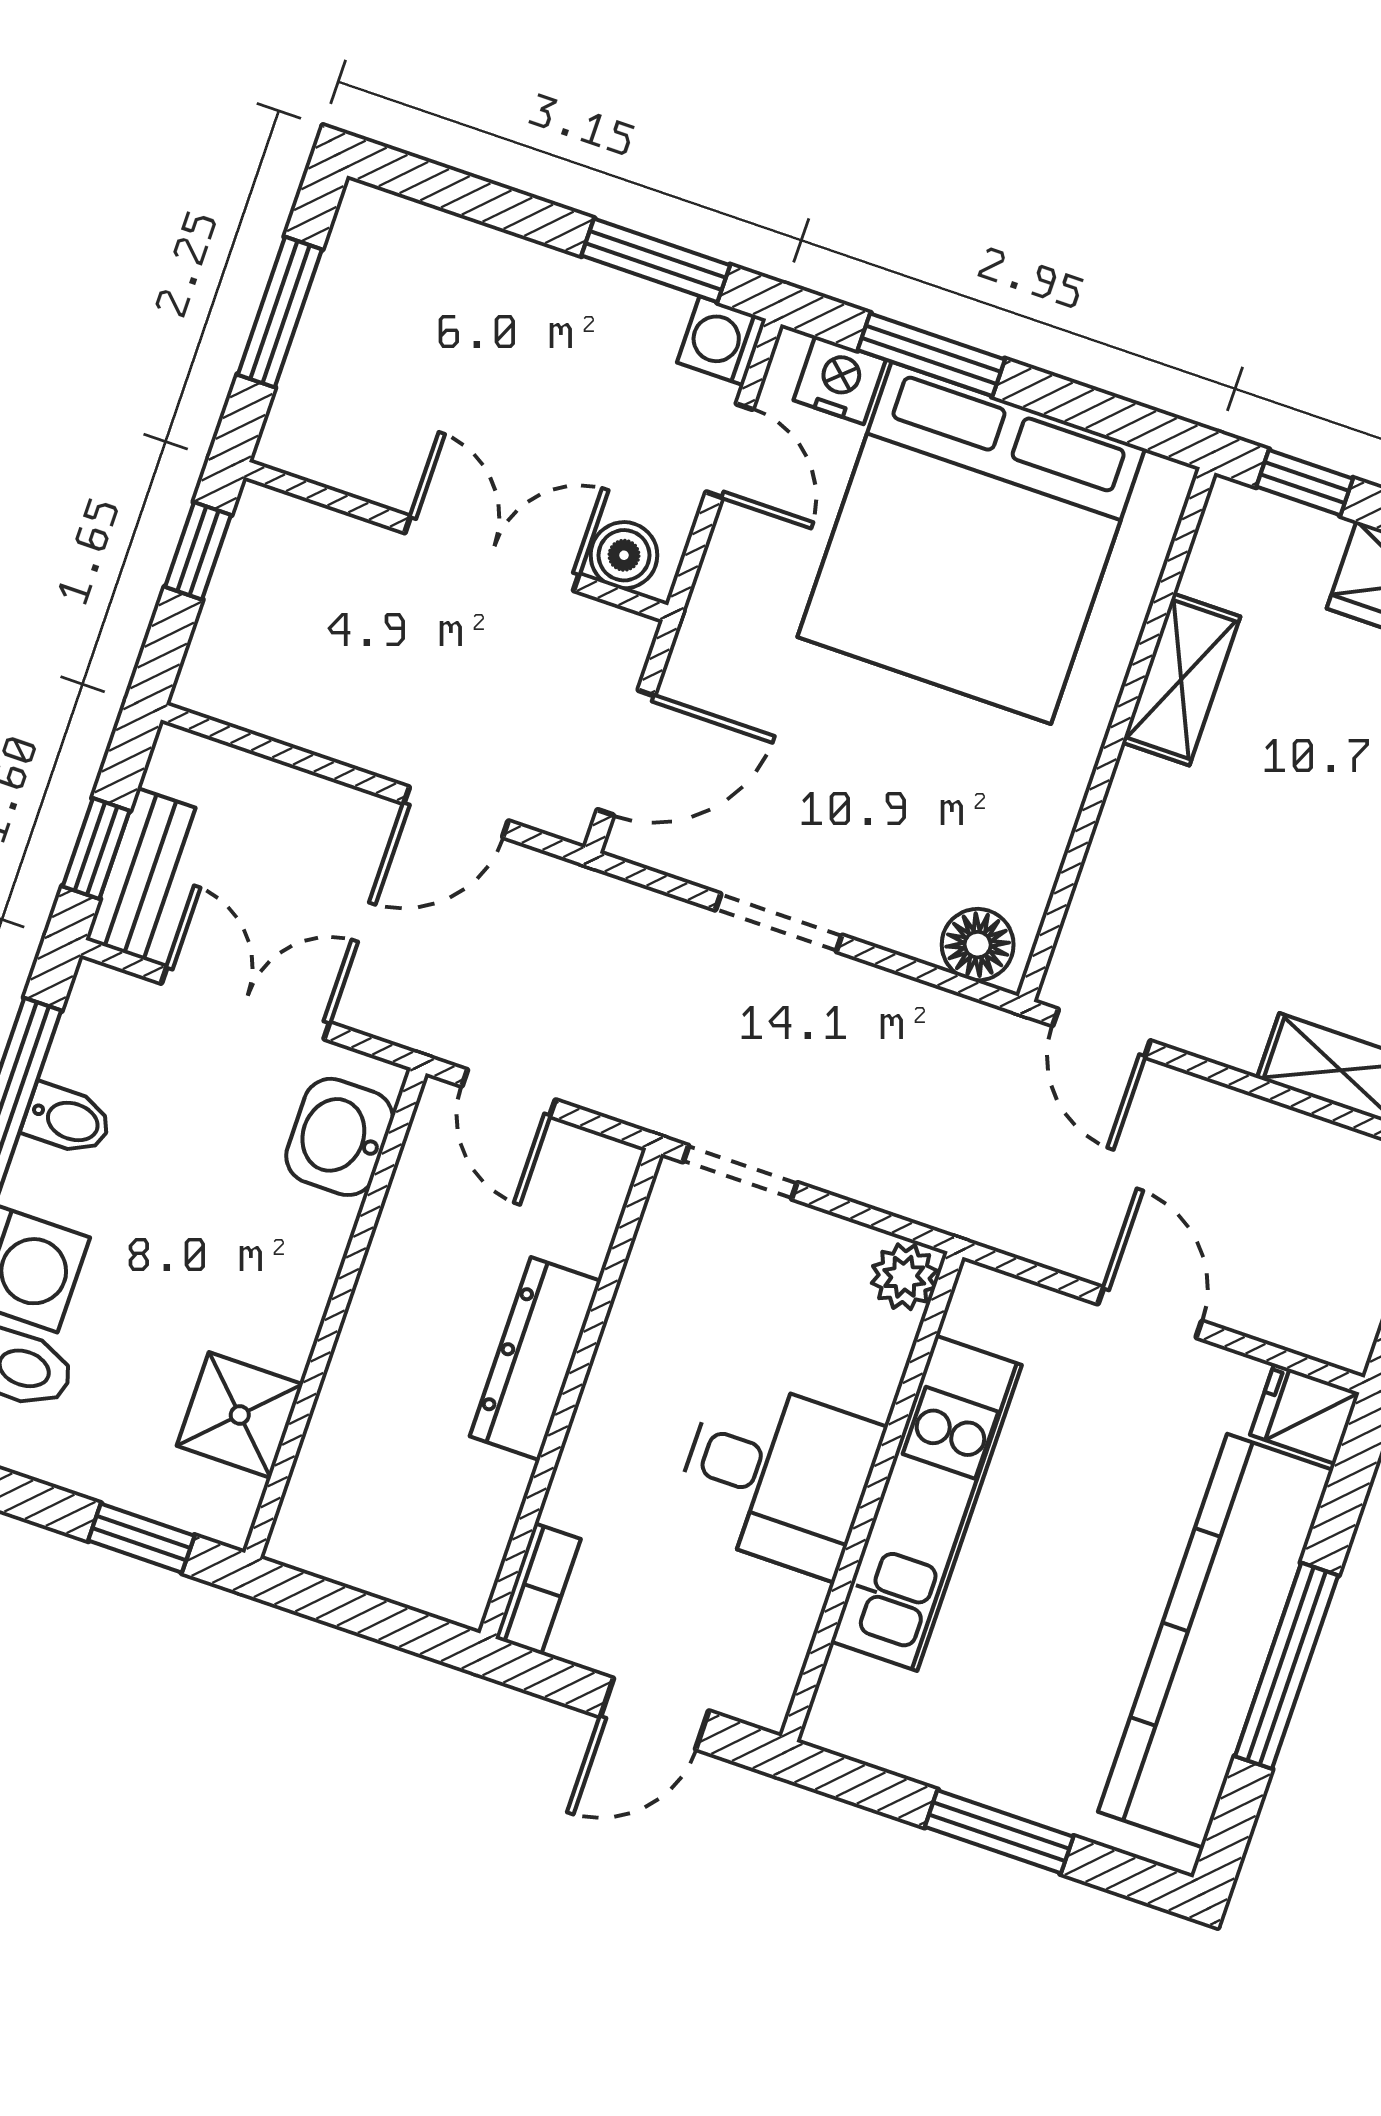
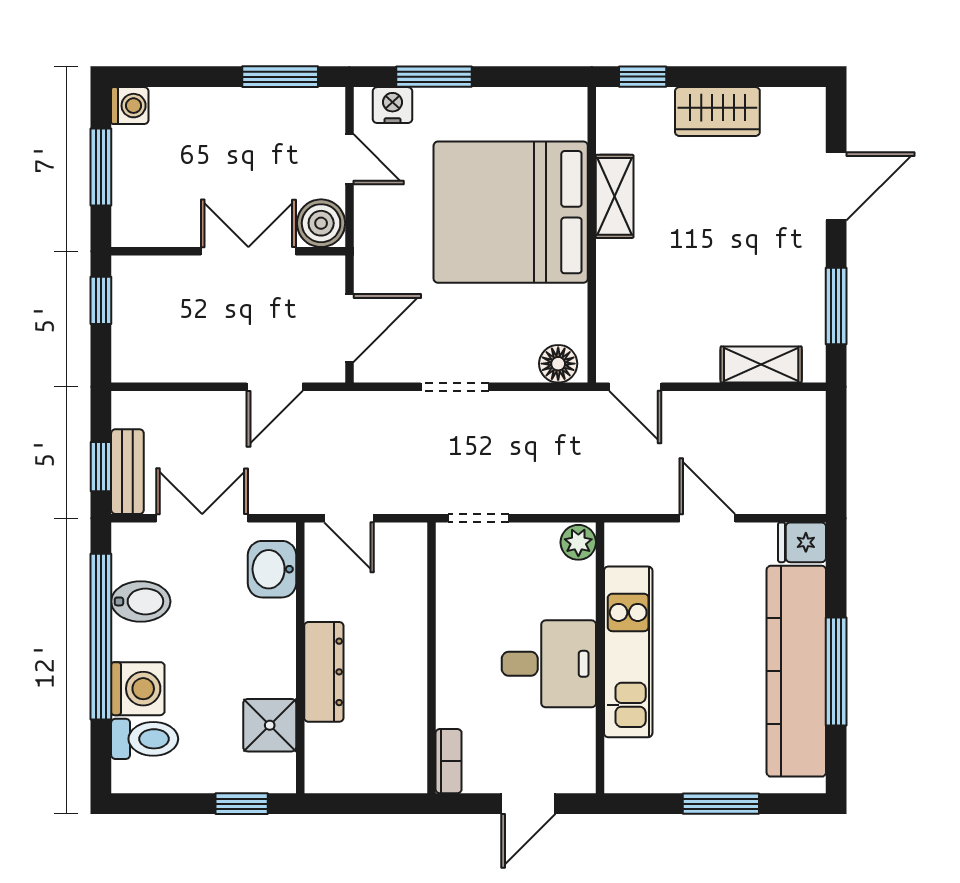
washing machine: (722, 341) -> (130, 106), moved, turned 180
bed: (971, 543) -> (511, 212), moved, turned 90
boiler: (624, 555) -> (321, 223), width x1.36, depth x1.36
bidet: (67, 1120) -> (141, 601), width x1.38, depth x1.36
dresser: (535, 1359) -> (324, 672), moved, turned 180

